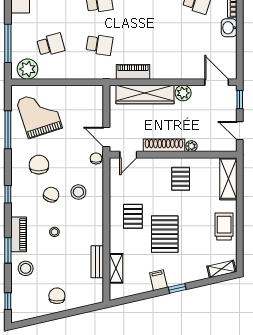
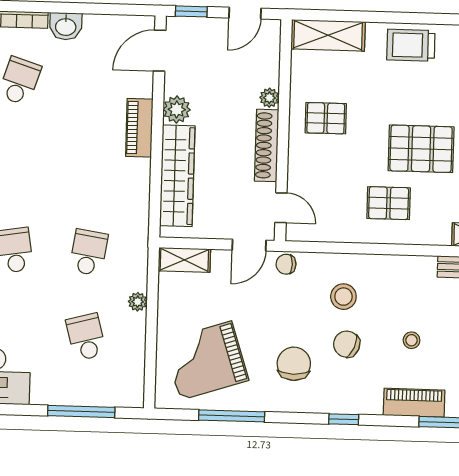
plant: (28, 69) -> (138, 302), moved, width x0.53, depth x0.53
piano: (133, 72) -> (139, 128), moved
shelving: (97, 100) -> (184, 260), added
chair: (39, 165) -> (294, 364), turned 90

